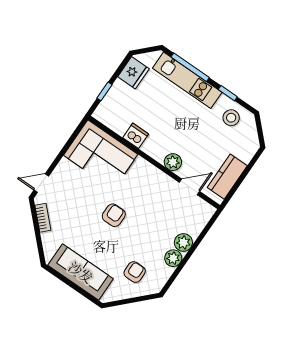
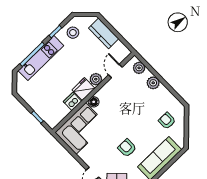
fridge: (133, 73) -> (83, 89), moved, turned -90
floor lamp: (141, 165) -> (94, 102), added
kitchen counter: (227, 177) -> (104, 33), moved
armchair: (114, 215) -> (127, 148), moved
plant: (173, 258) -> (139, 68), moved

